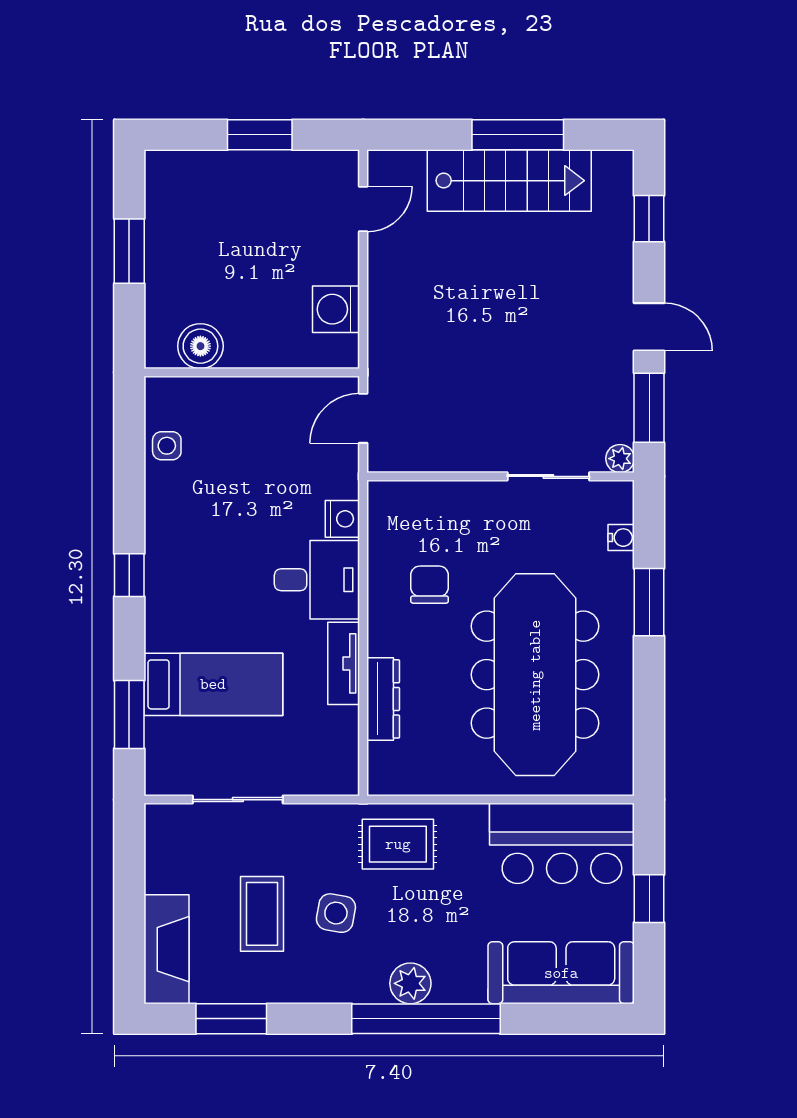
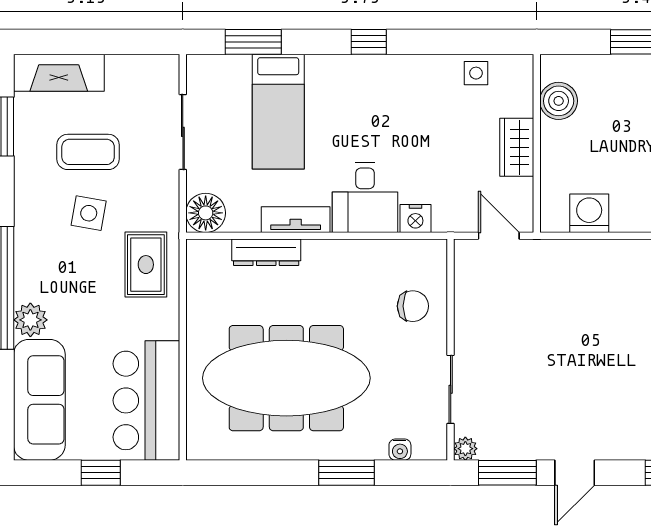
wardrobe: (256, 397) -> (517, 147), added
chair: (430, 585) -> (413, 306), moved
floor lamp: (336, 772) -> (206, 213), added
plant: (410, 983) -> (30, 320), moved

